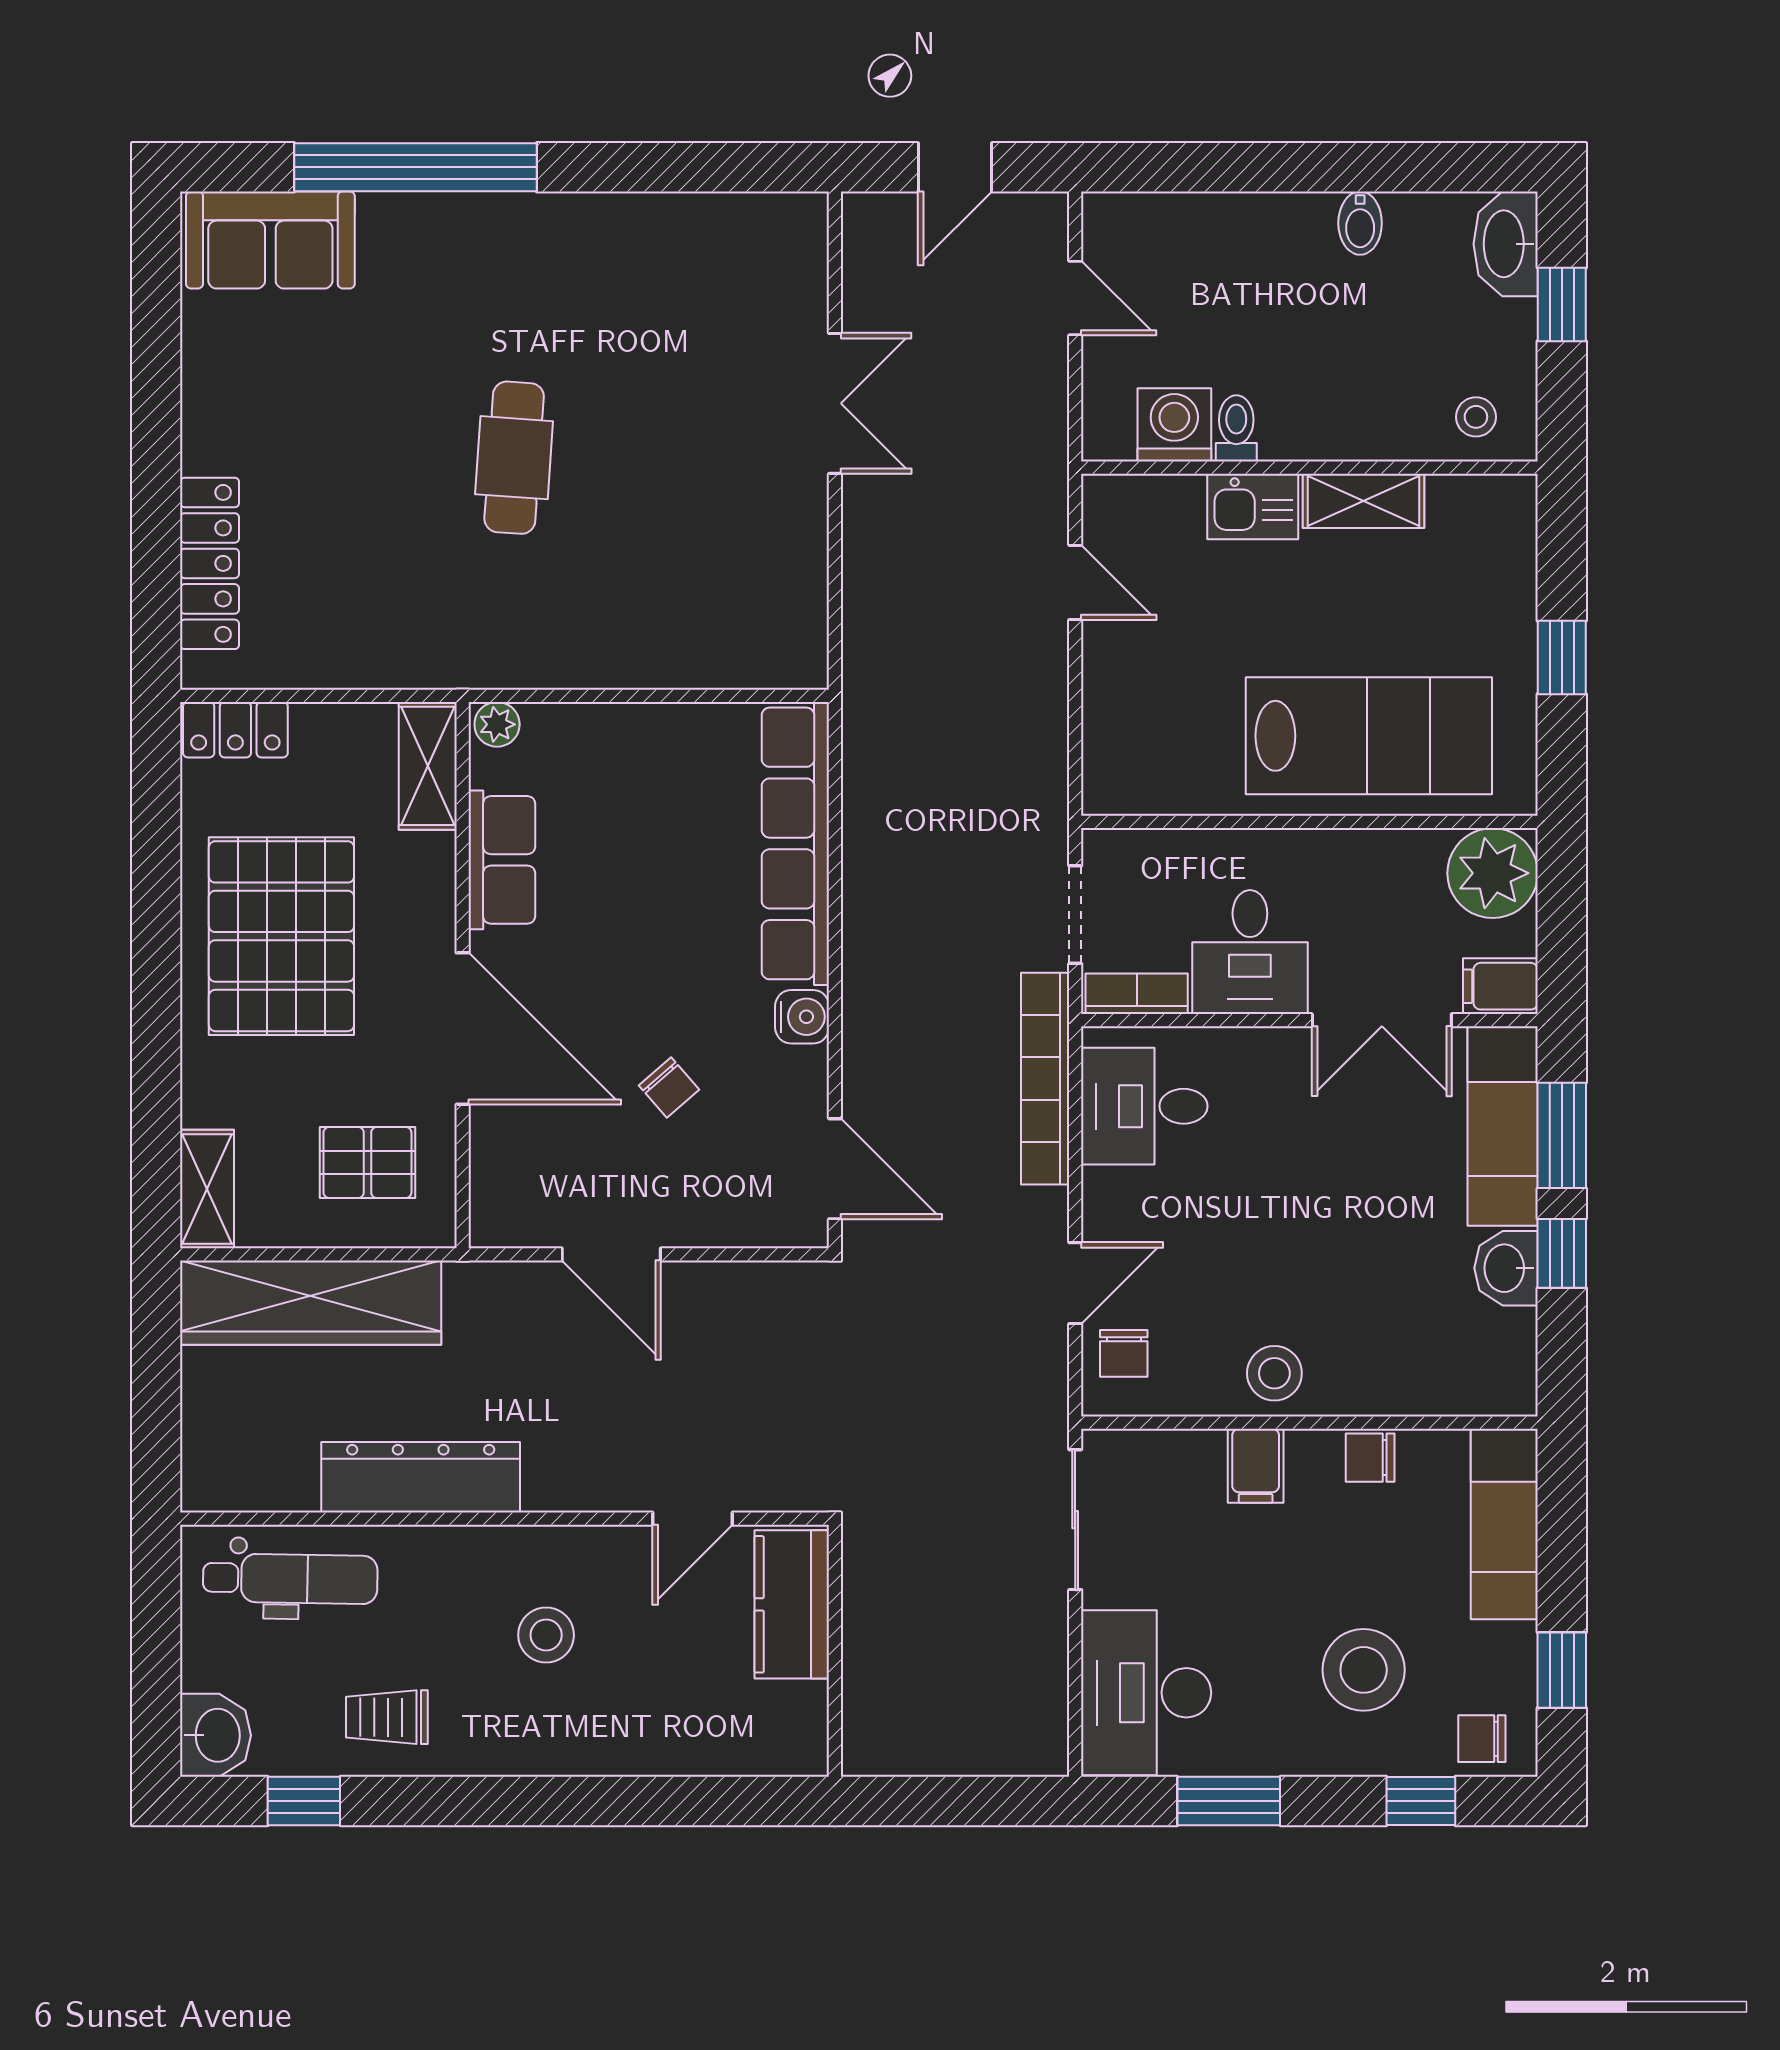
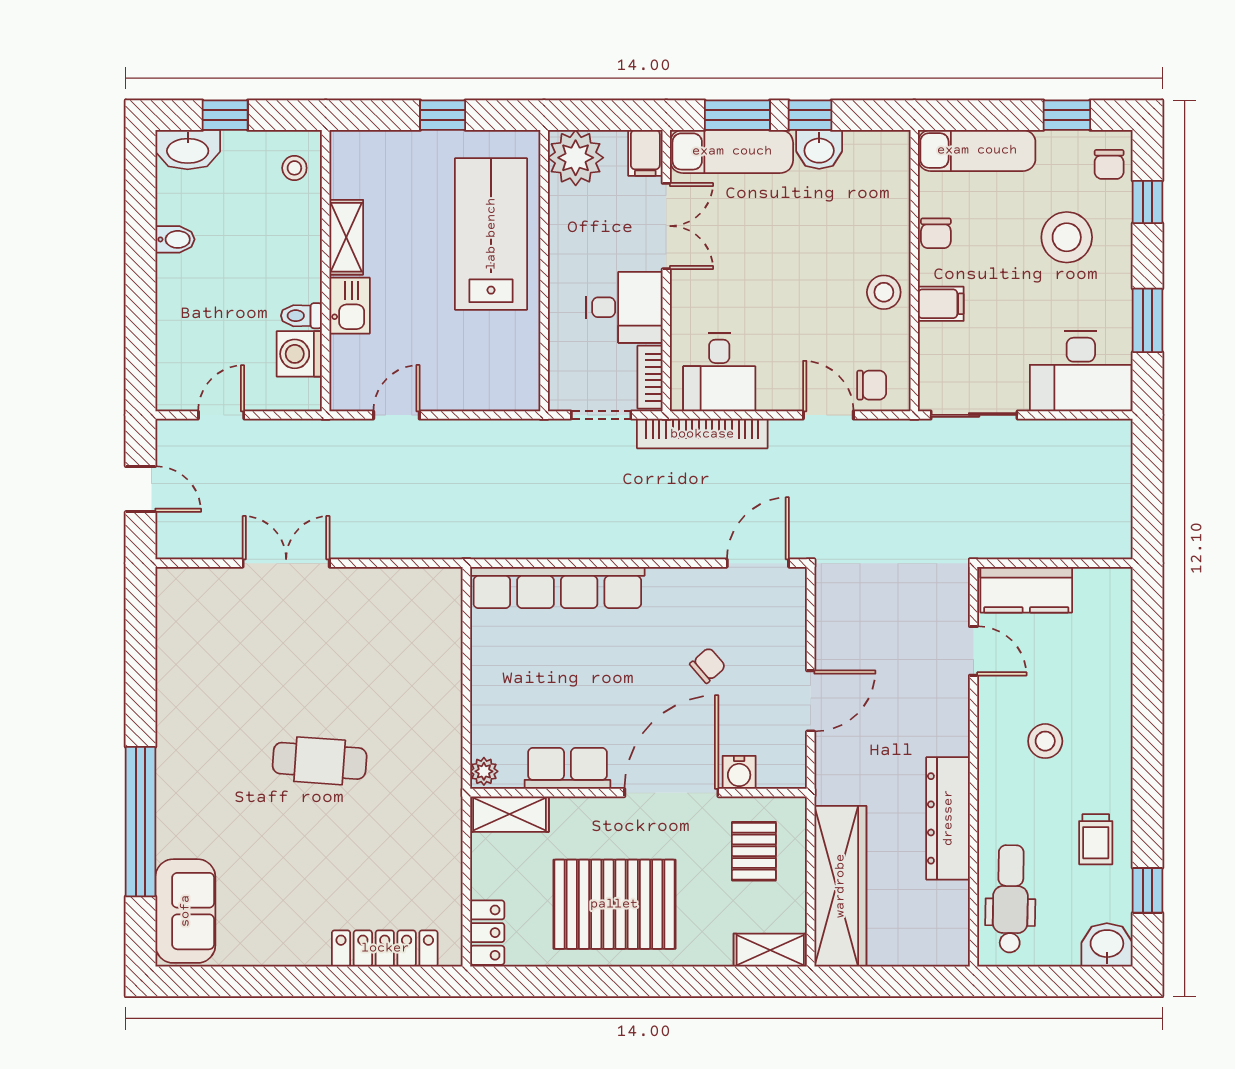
water cooler: (802, 1017) -> (739, 772), moved, turned 180

